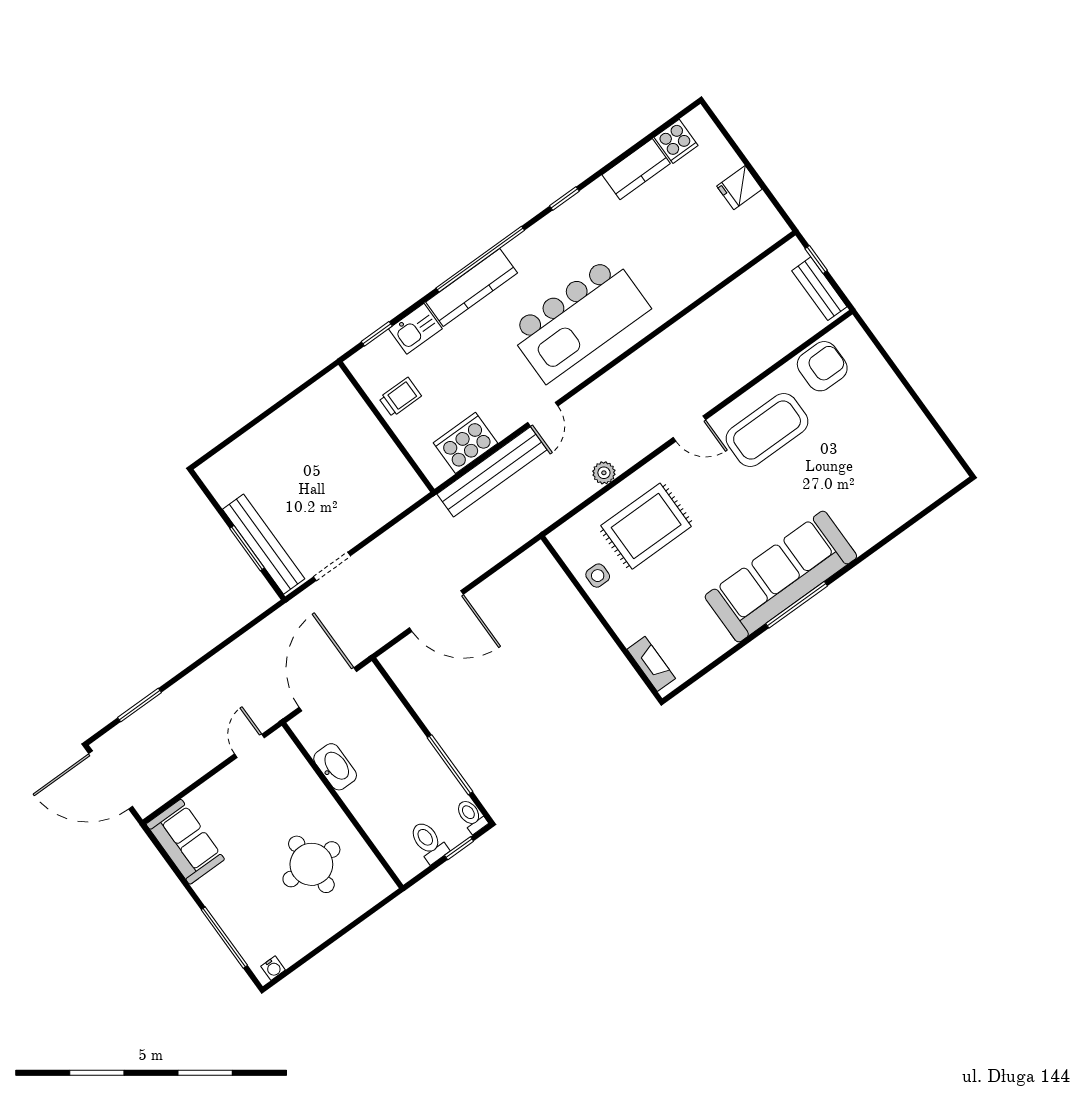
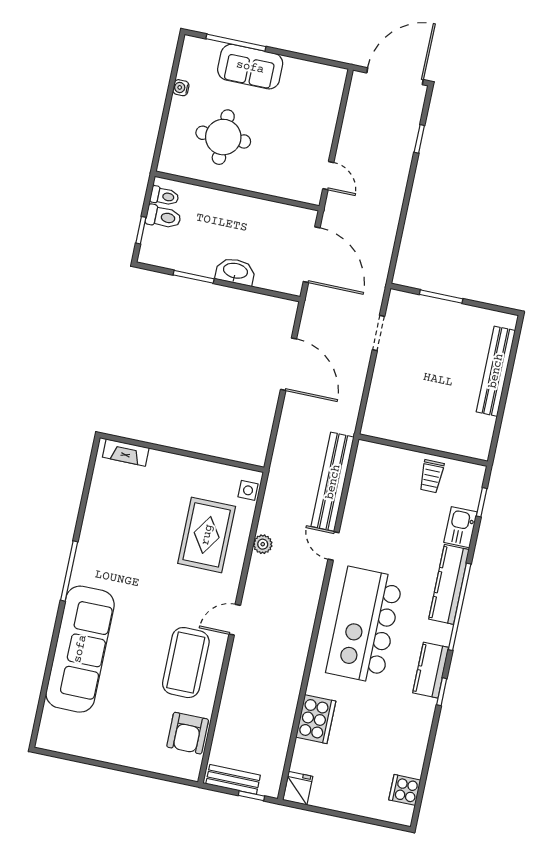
kitchen counter: (636, 169) -> (431, 670), moved
fridge: (739, 188) -> (298, 788), moved
cooker: (466, 443) -> (316, 719), moved
bench: (264, 544) -> (496, 371), moved, turned 90
side table: (598, 576) -> (248, 490), moved
sofa: (781, 577) -> (80, 649), moved
door: (436, 611) -> (289, 364), swing flipped
window: (140, 705) -> (419, 139), width x0.67
window: (450, 765) -> (194, 277), width x0.69
washbasin: (335, 767) -> (235, 271), moved, turned 180
toilet: (471, 816) -> (164, 196), moved
sofa: (185, 842) -> (250, 67), moved
water cooler: (273, 968) -> (181, 88), moved

